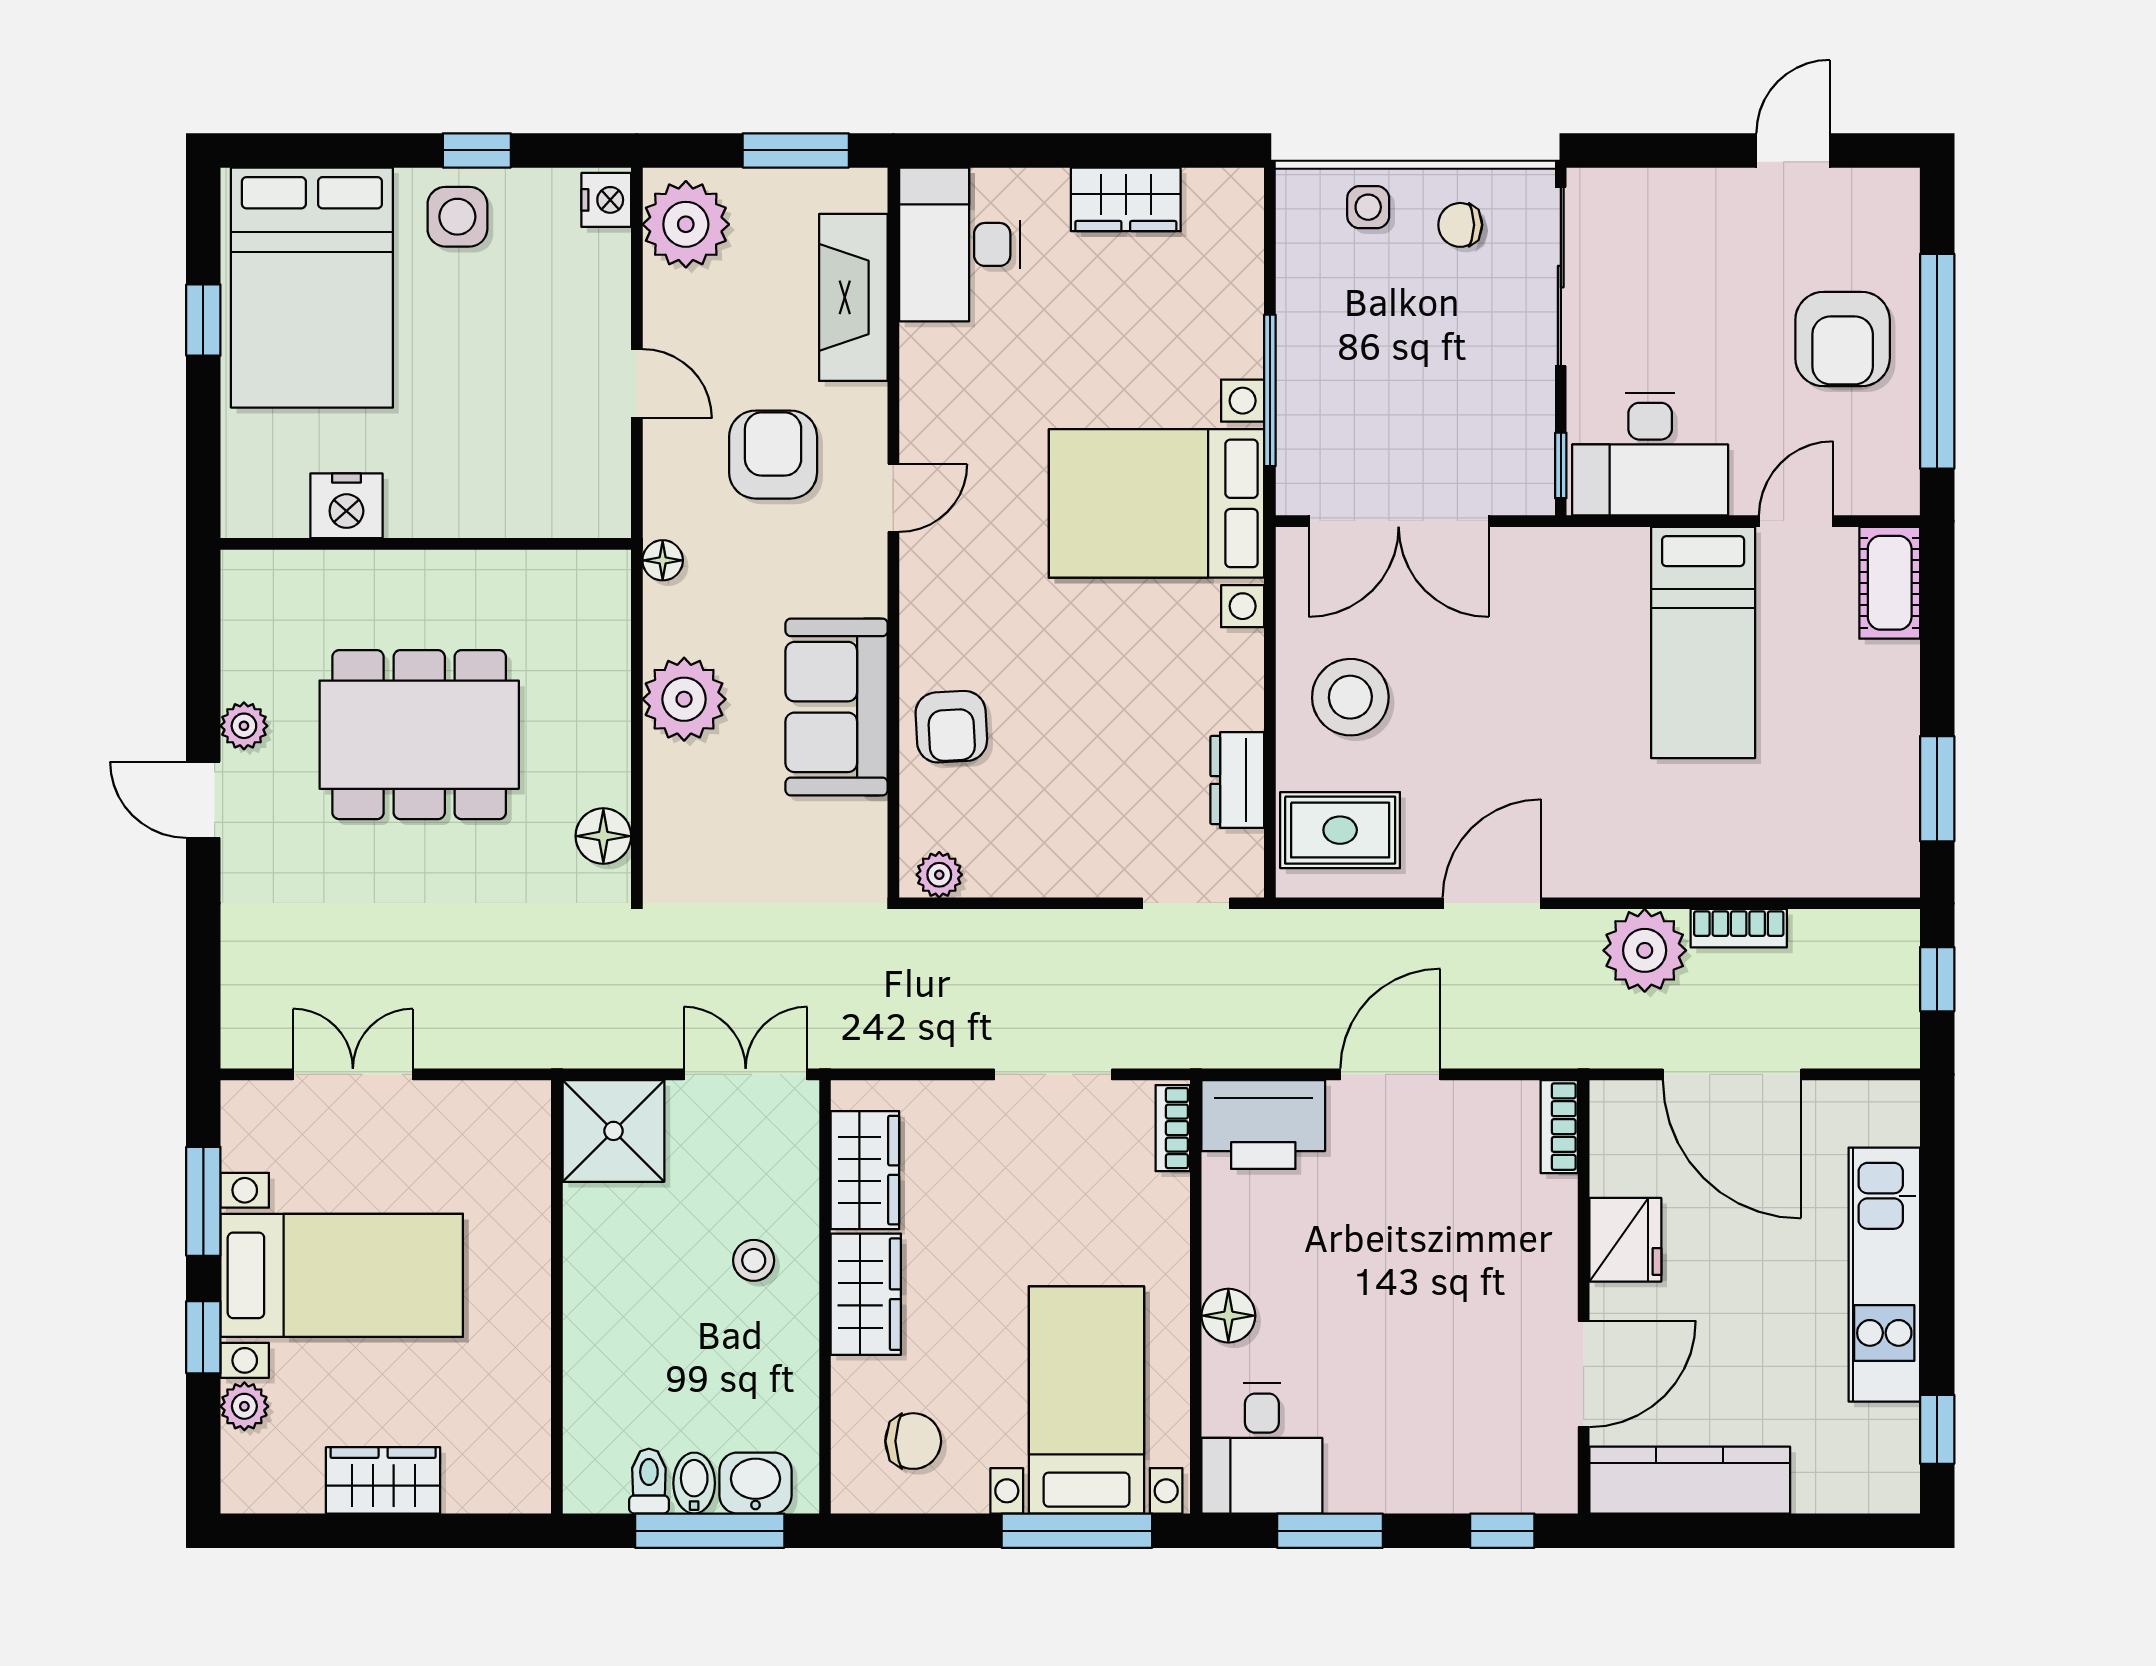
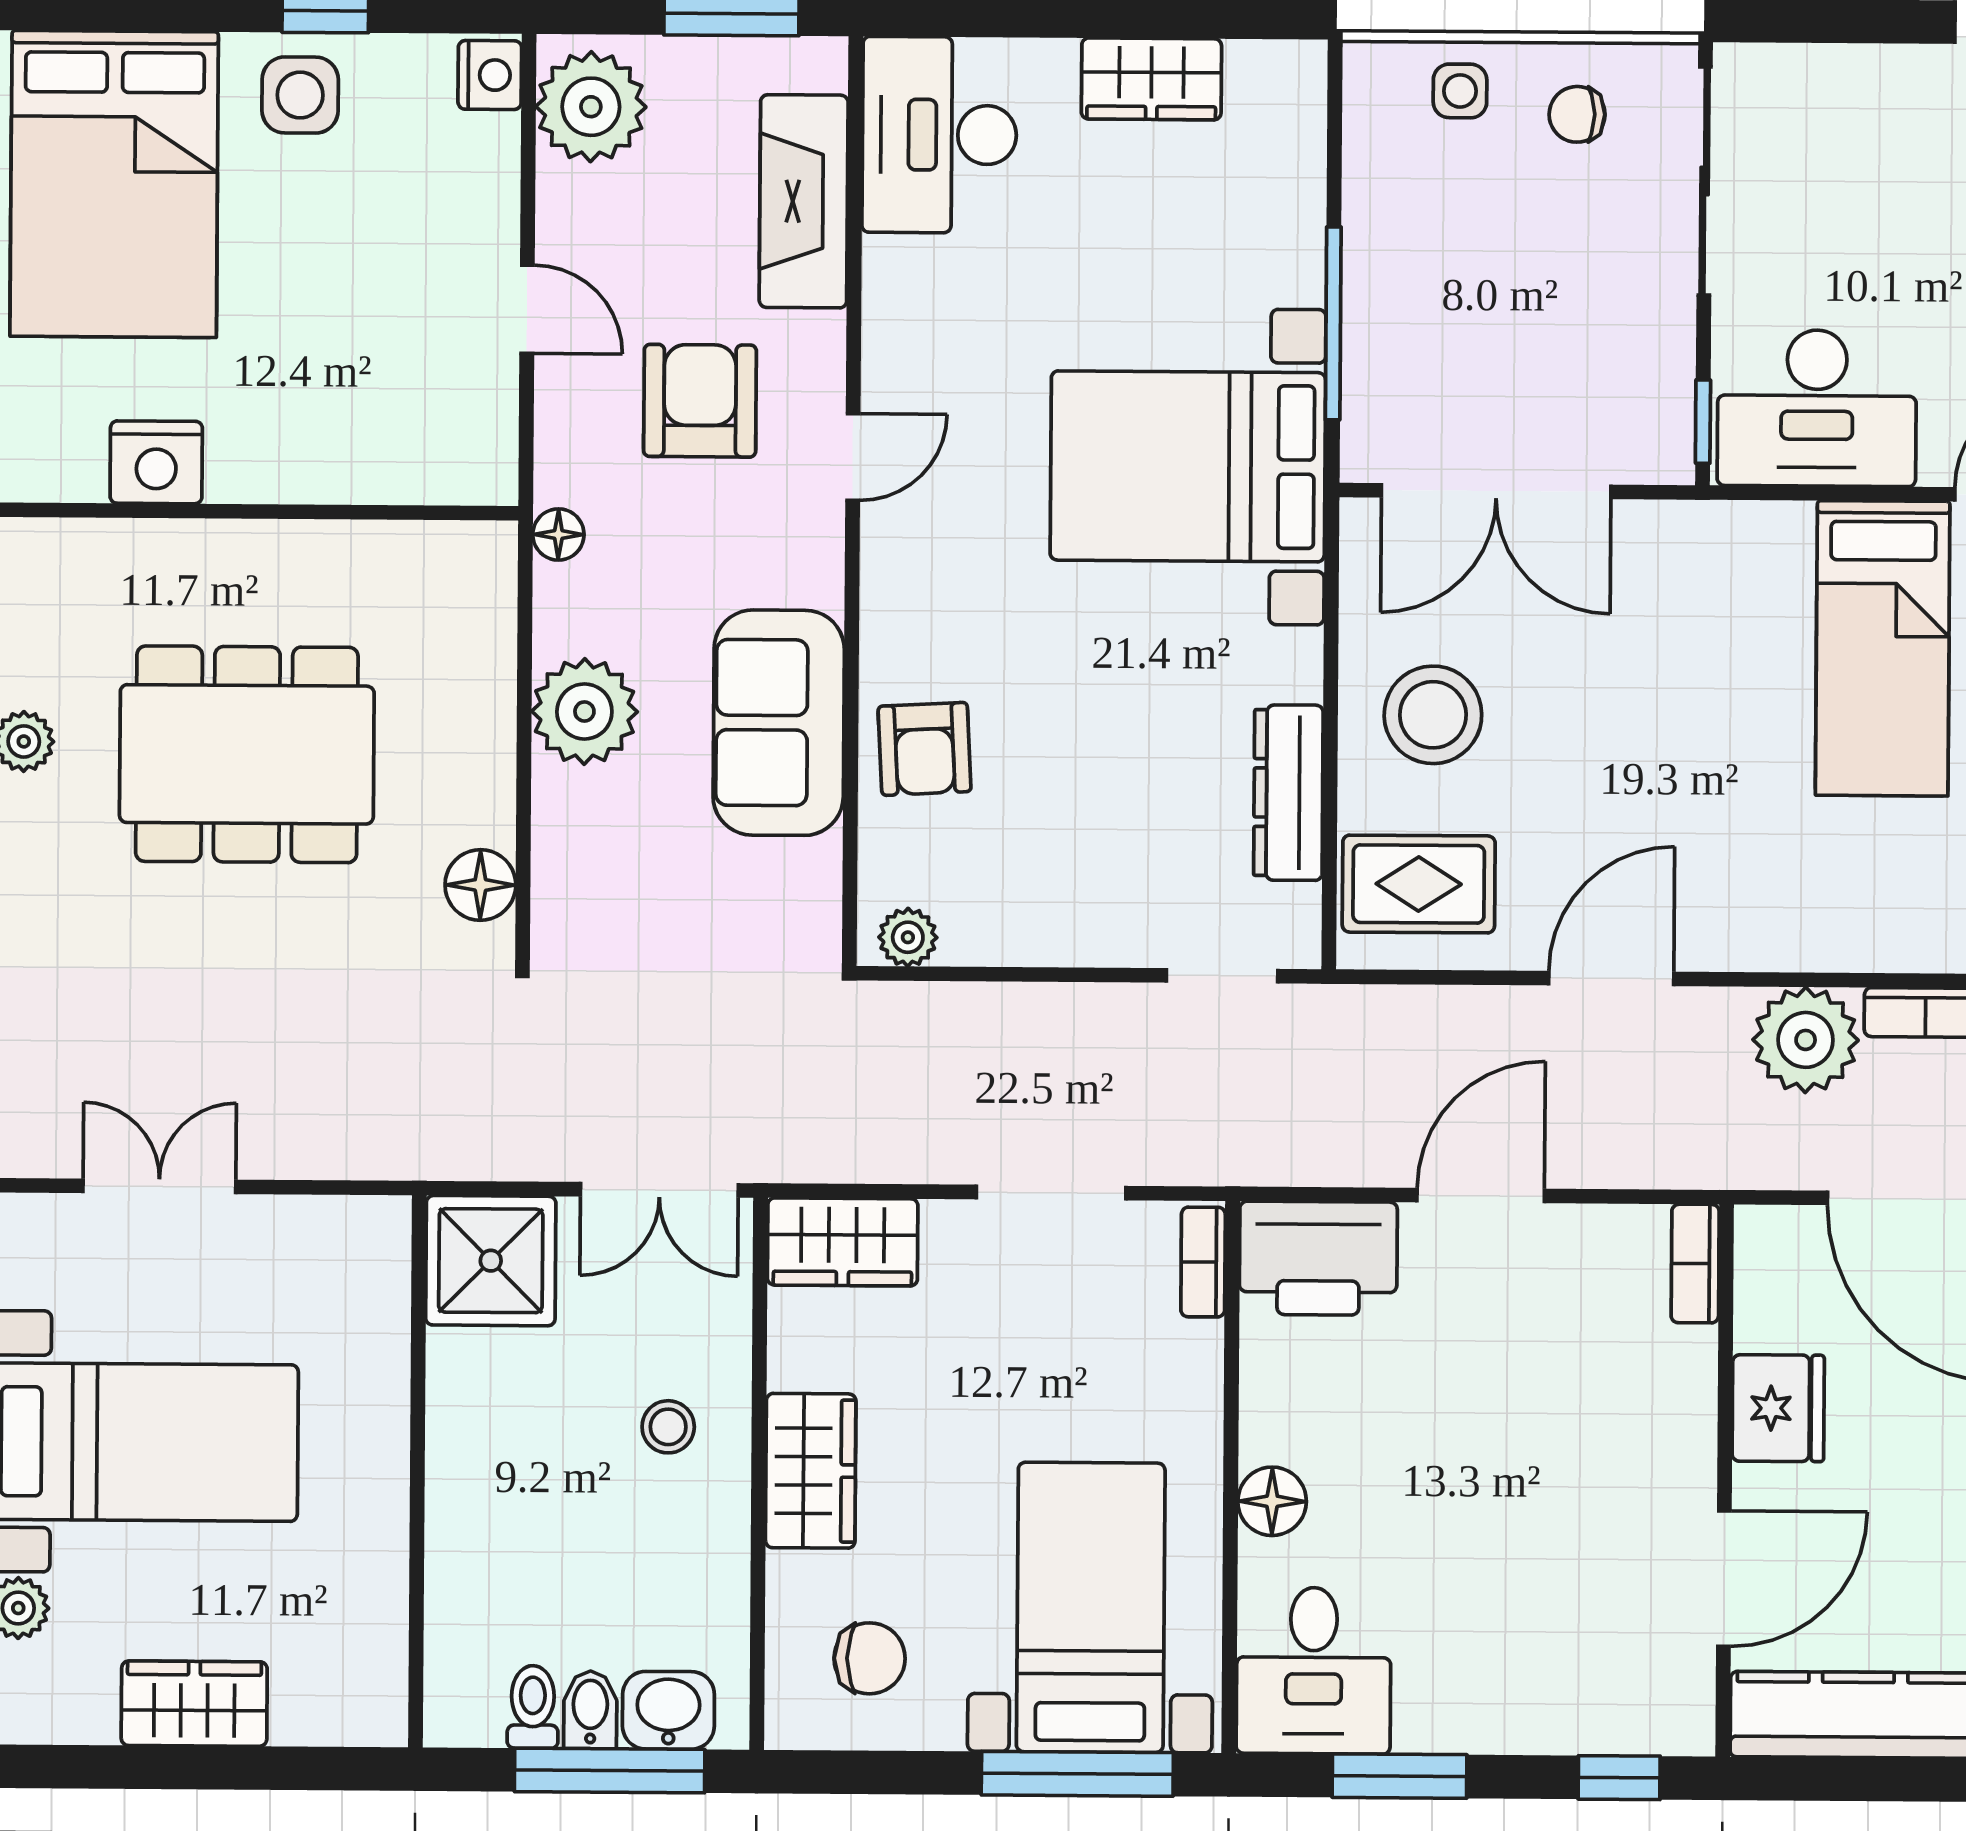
dresser: (1237, 780) -> (1288, 793), width x1.44
double door: (746, 1074) -> (659, 1190), swing flipped
wardrobe: (865, 1170) -> (843, 1242), moved, turned 90

